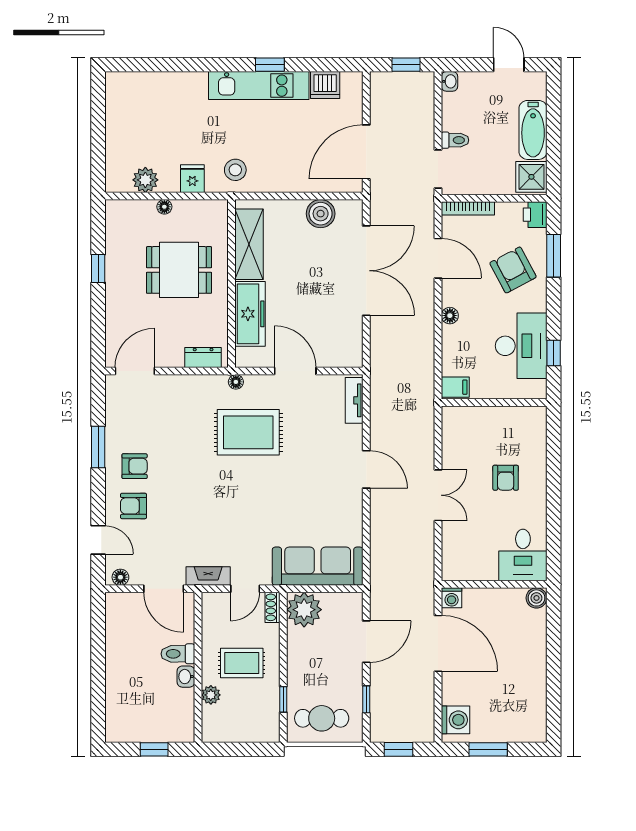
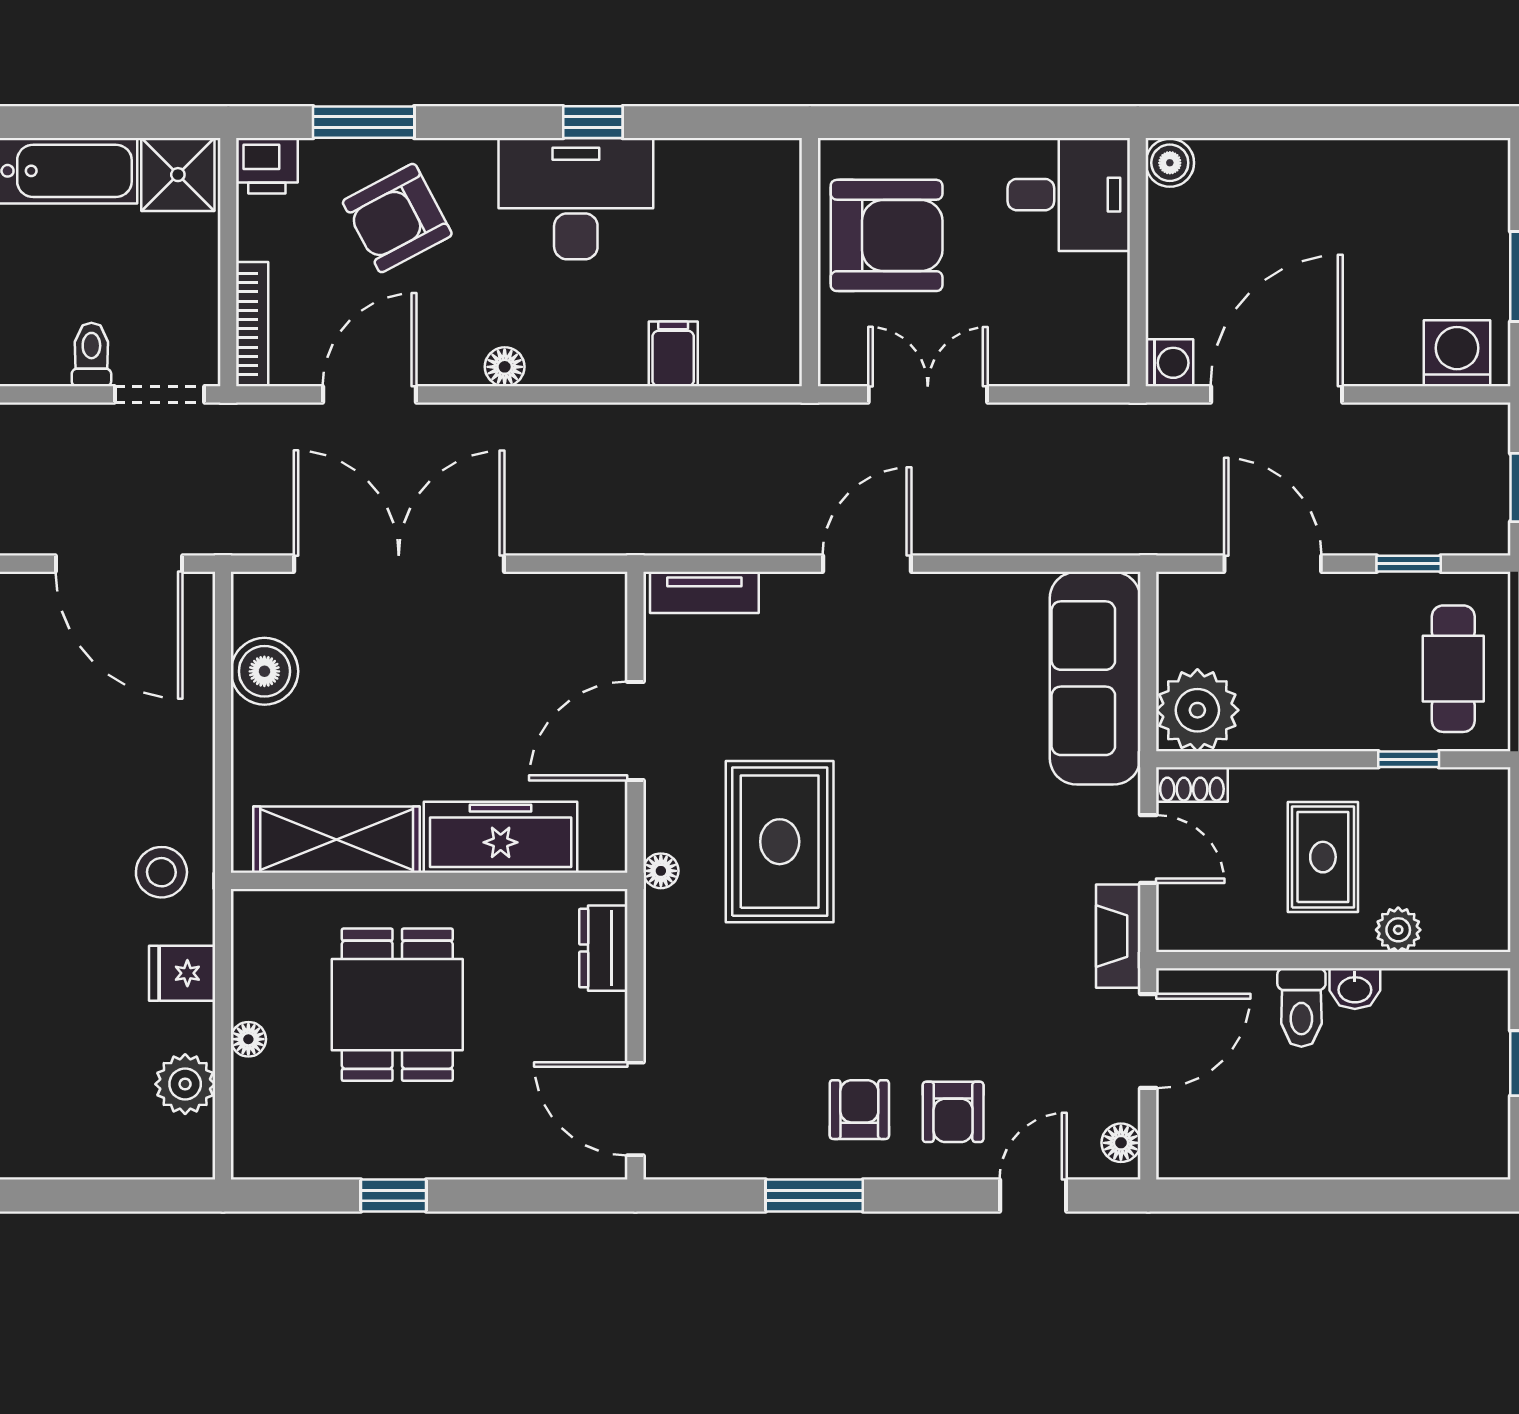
wall: (494, 403) -> (810, 262), moved
armchair: (506, 478) -> (887, 235), width x1.88, depth x1.88

